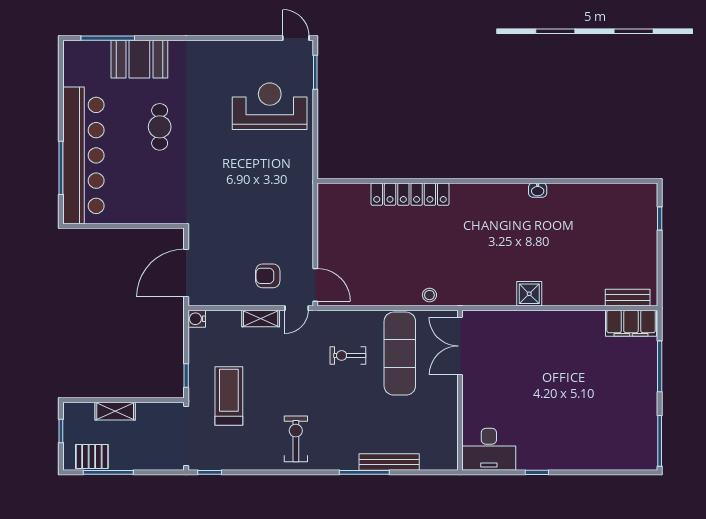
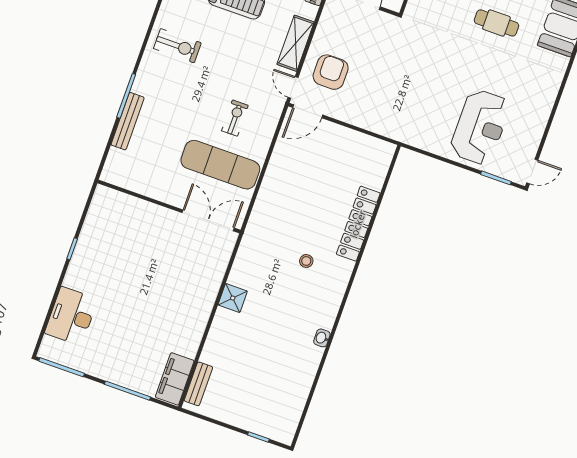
armchair: (268, 276) -> (331, 72), width x1.38, depth x1.38
stool: (429, 295) -> (306, 261), moved
shelving: (261, 318) -> (296, 43), width x1.50, depth x1.33
desk: (489, 449) -> (71, 316), moved

